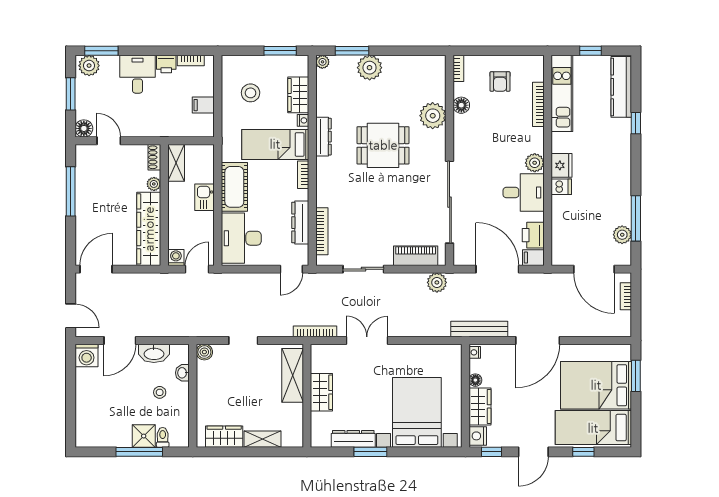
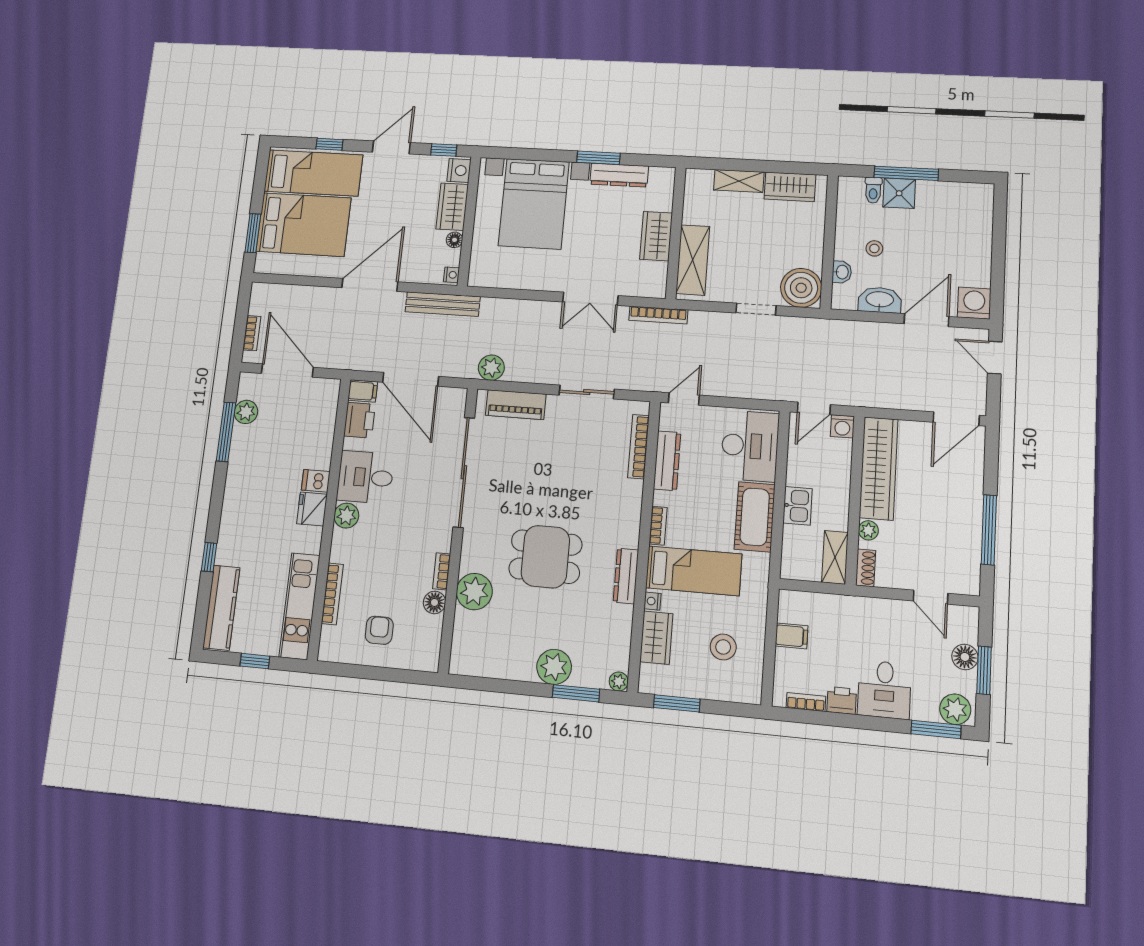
bookcase: (458, 68) -> (442, 571), moved
floor lamp: (84, 128) -> (965, 657), moved
boiler: (204, 352) -> (801, 288), width x1.86, depth x1.86

